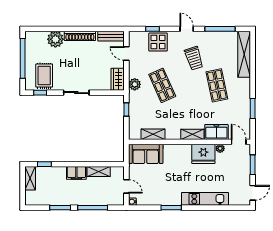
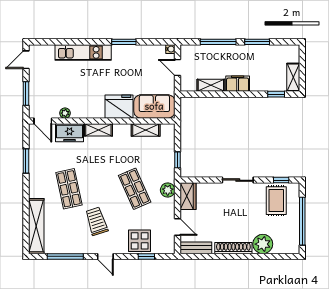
fridge: (203, 154) -> (119, 107), moved

